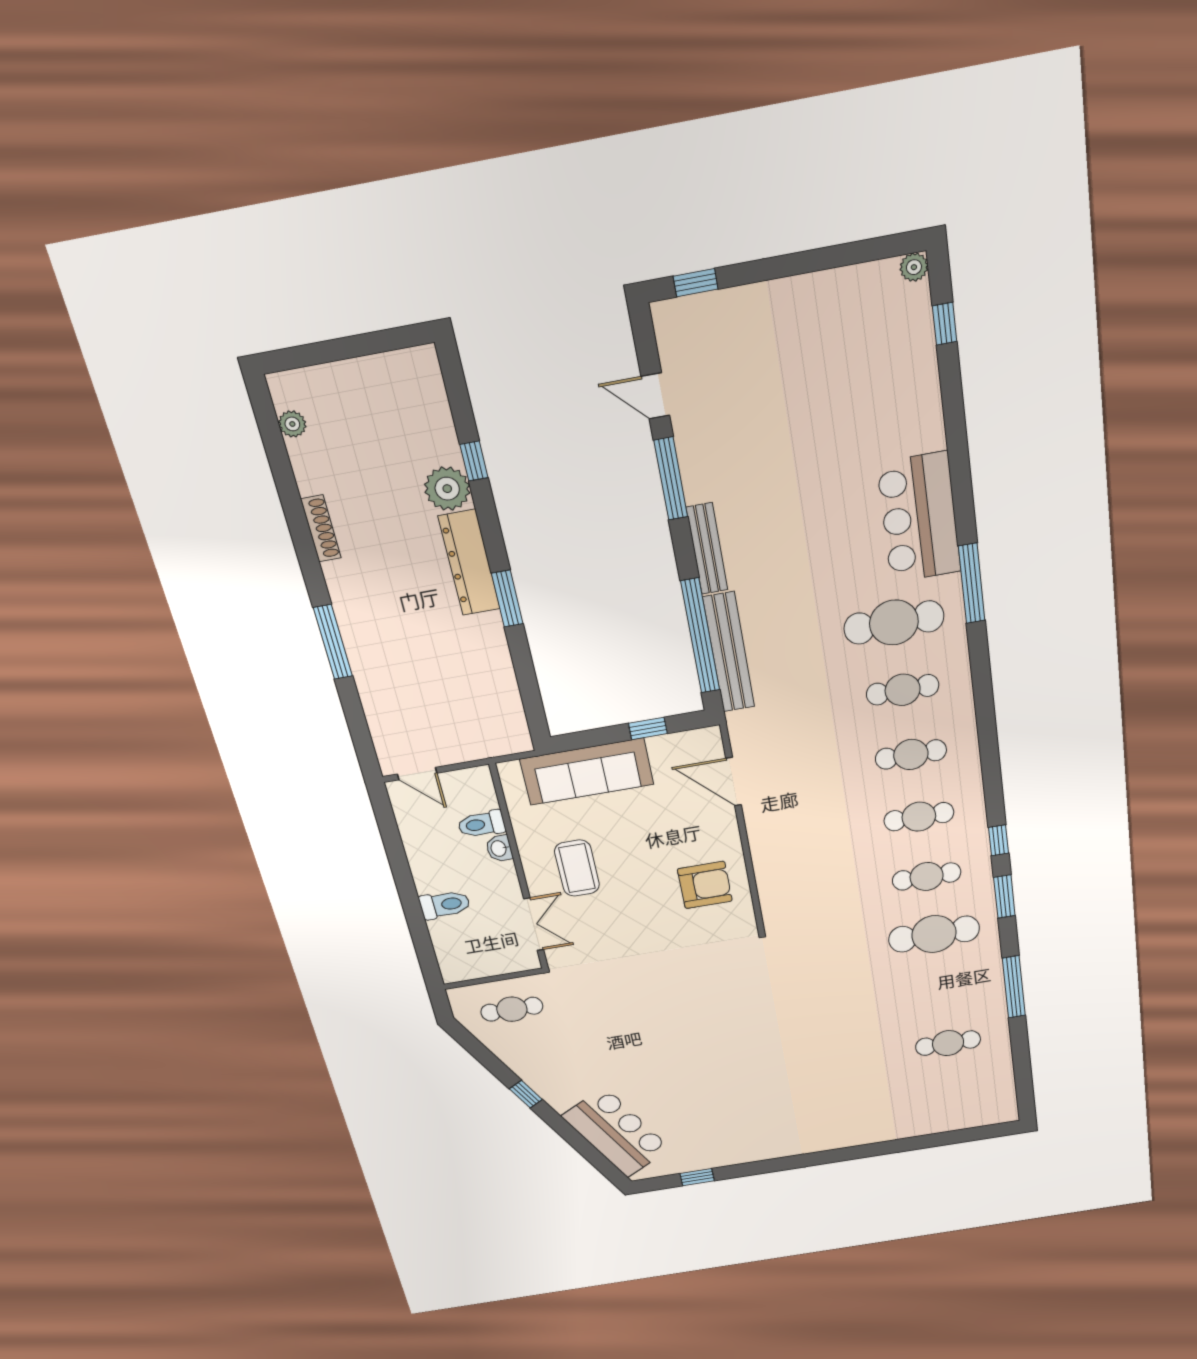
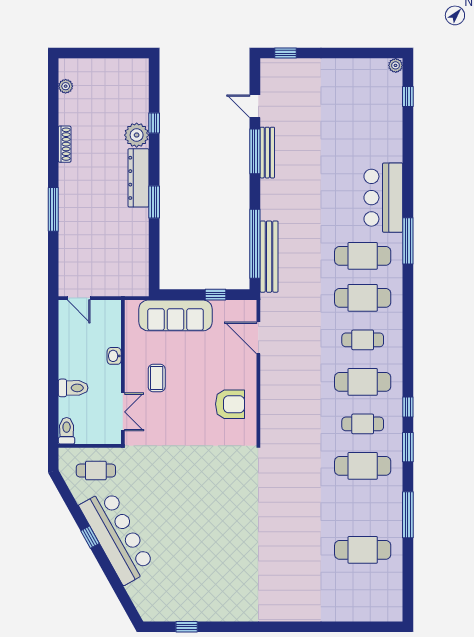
bench: (707, 549) -> (267, 153), moved
cafe table: (903, 690) -> (363, 298), width x1.37, depth x1.35
cafe table: (919, 817) -> (363, 382), width x1.37, depth x1.35
toilet: (482, 824) -> (67, 431), moved, turned 90
coffee table: (577, 868) -> (157, 378), width x0.73, depth x0.77
cafe table: (948, 1043) -> (363, 550), width x1.37, depth x1.35
bar counter: (616, 1132) -> (117, 537), moved, width x1.36

